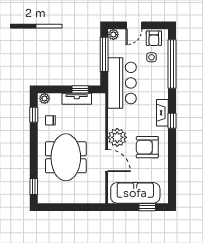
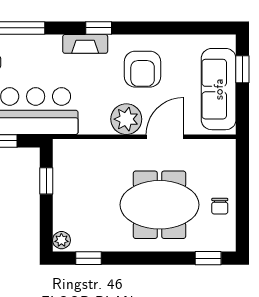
tv unit: (77, 99) -> (62, 187), removed
chair: (50, 120) -> (220, 206), moved

